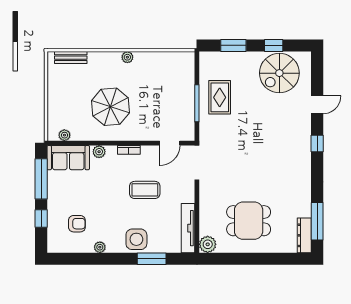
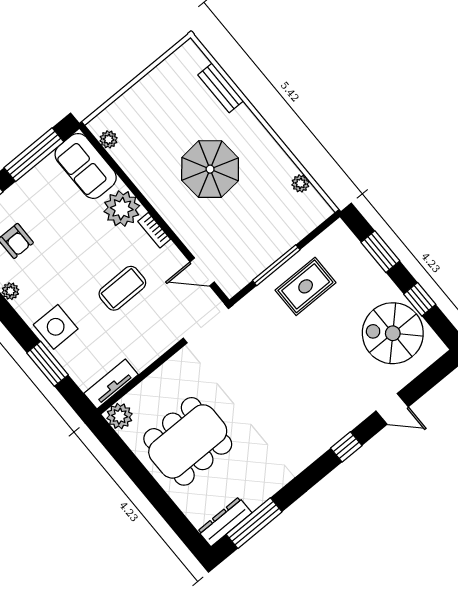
plant: (127, 57) -> (300, 183), moved
bench: (71, 58) -> (221, 88), moved
parasol: (110, 107) -> (210, 169), moved
plant: (99, 152) -> (122, 209), width x1.88, depth x1.88
coffee table: (145, 190) -> (122, 288), turned 90
dining table: (249, 221) -> (188, 441), width x1.37
tv unit: (188, 228) -> (111, 384), width x0.71

